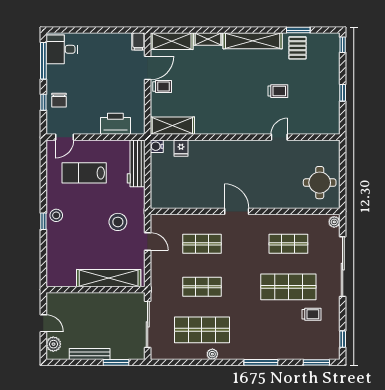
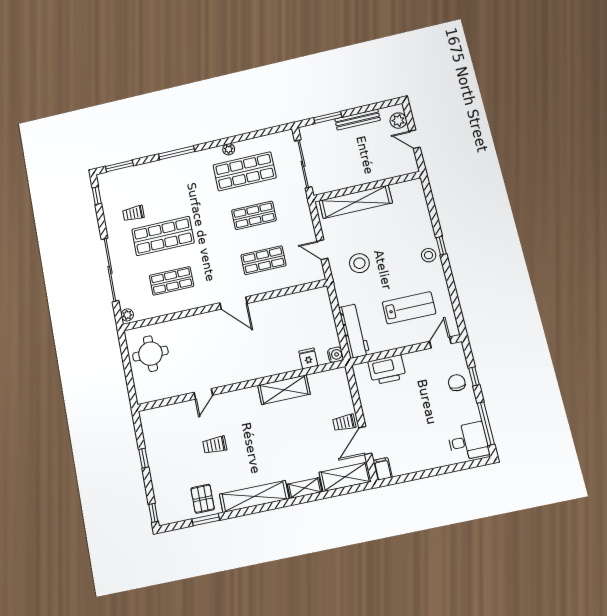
shelving: (172, 126) -> (284, 390), moved

